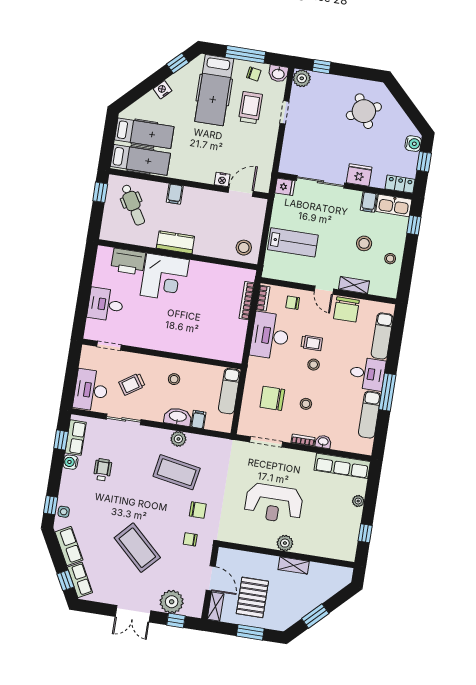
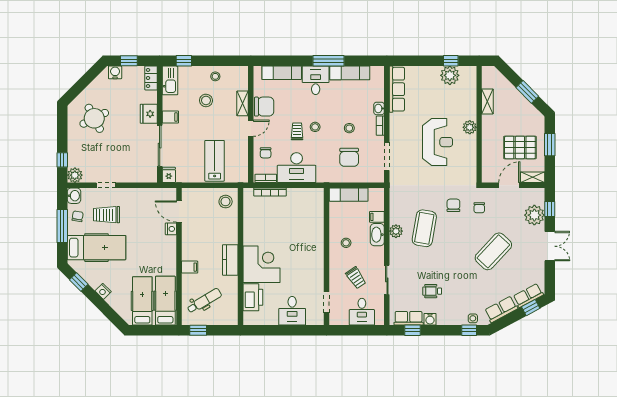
filing cabinet: (369, 202) -> (170, 117), moved
desk: (91, 390) -> (362, 312), width x0.73
plant: (358, 501) -> (450, 75), moved, width x1.87, depth x1.87
shelving: (294, 565) -> (487, 101), moved

